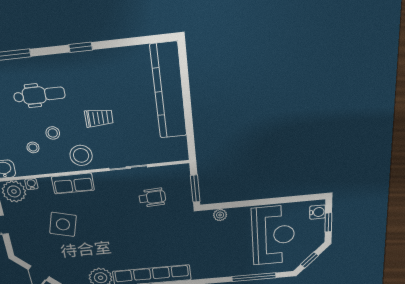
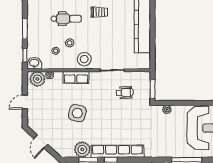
trolley: (99, 118) -> (99, 12), moved
side table: (63, 224) -> (77, 113), moved

